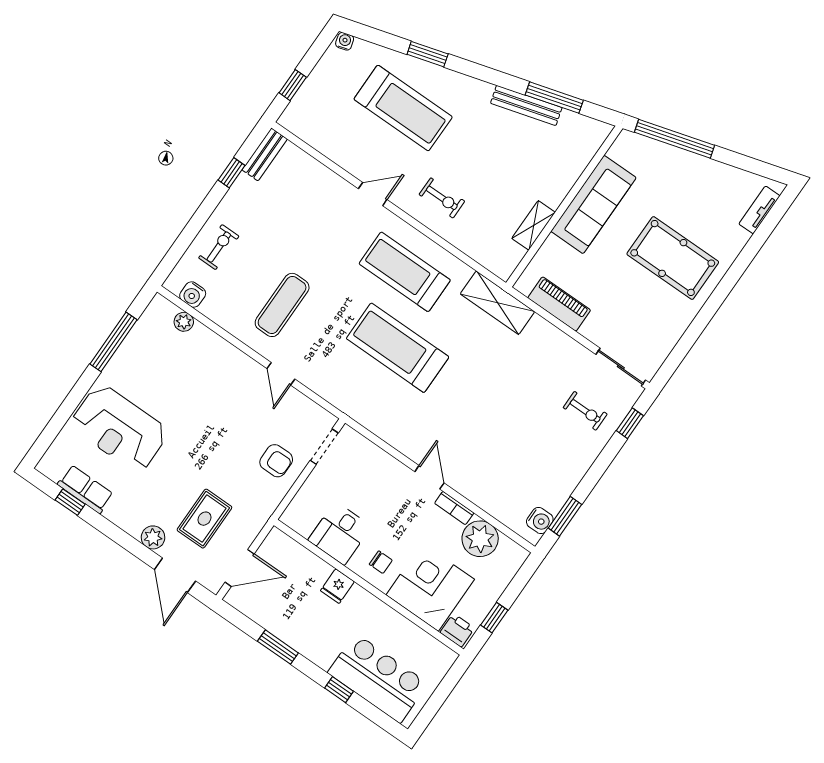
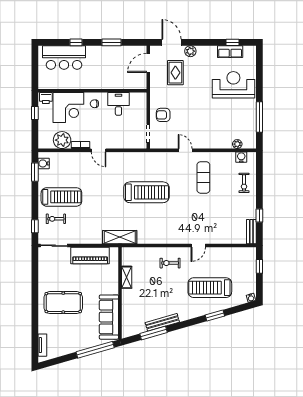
sofa: (593, 204) -> (109, 317), moved
treadmill: (405, 272) -> (61, 197), moved
piano: (559, 304) -> (90, 256), width x1.37, depth x1.33
fridge: (337, 586) -> (105, 83), removed

